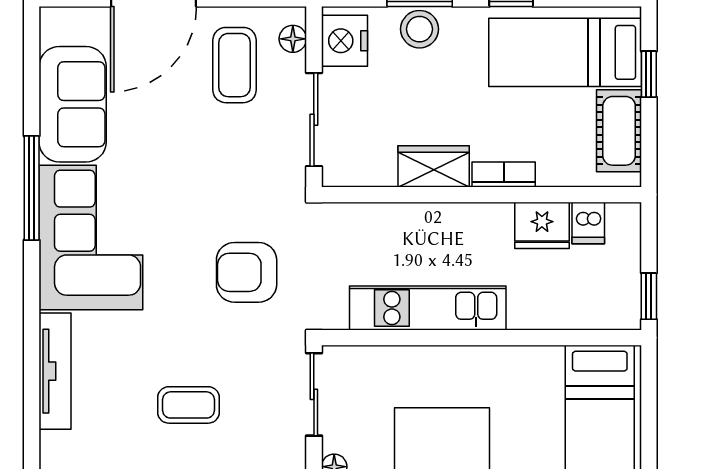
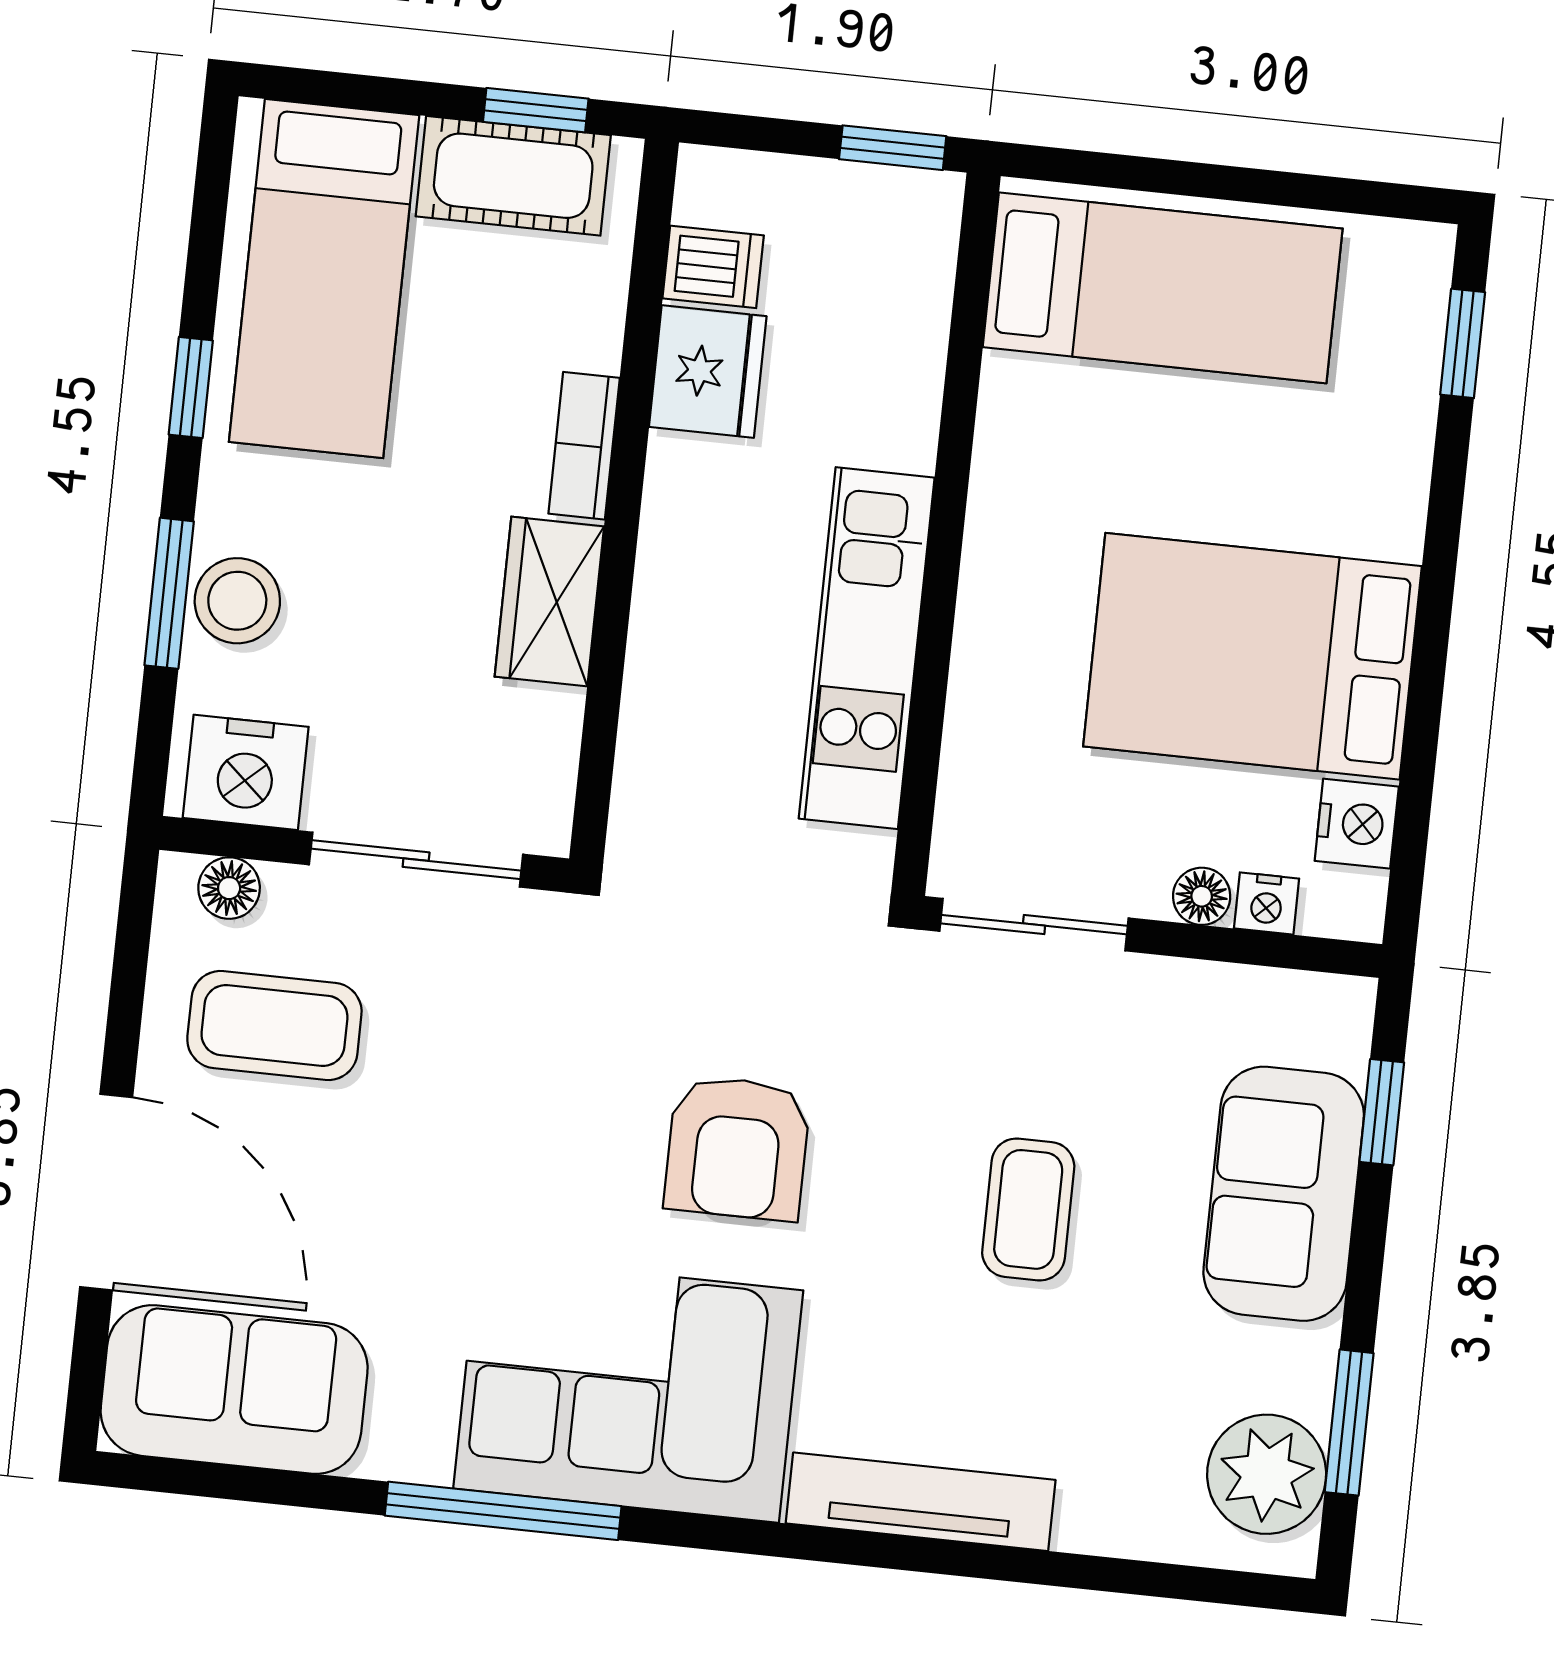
window: (649, 74) -> (536, 110), moved
sofa: (73, 104) -> (234, 1389), moved
armchair: (247, 272) -> (737, 1148), moved

